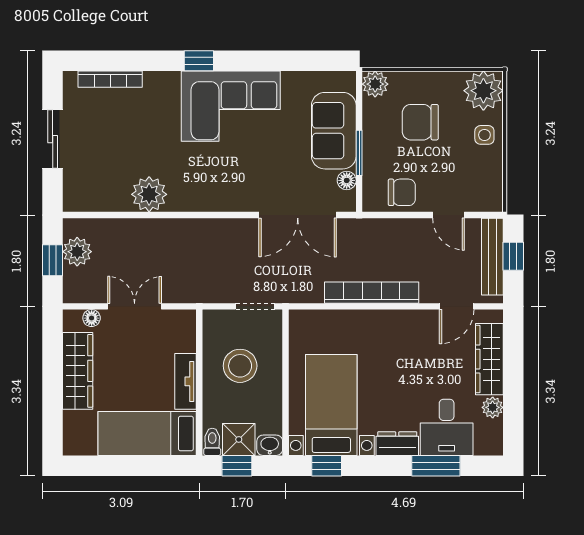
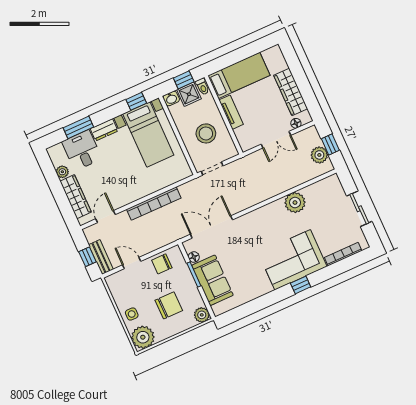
corner sofa: (231, 106) -> (293, 260), moved
bench: (492, 257) -> (101, 257), width x0.73

